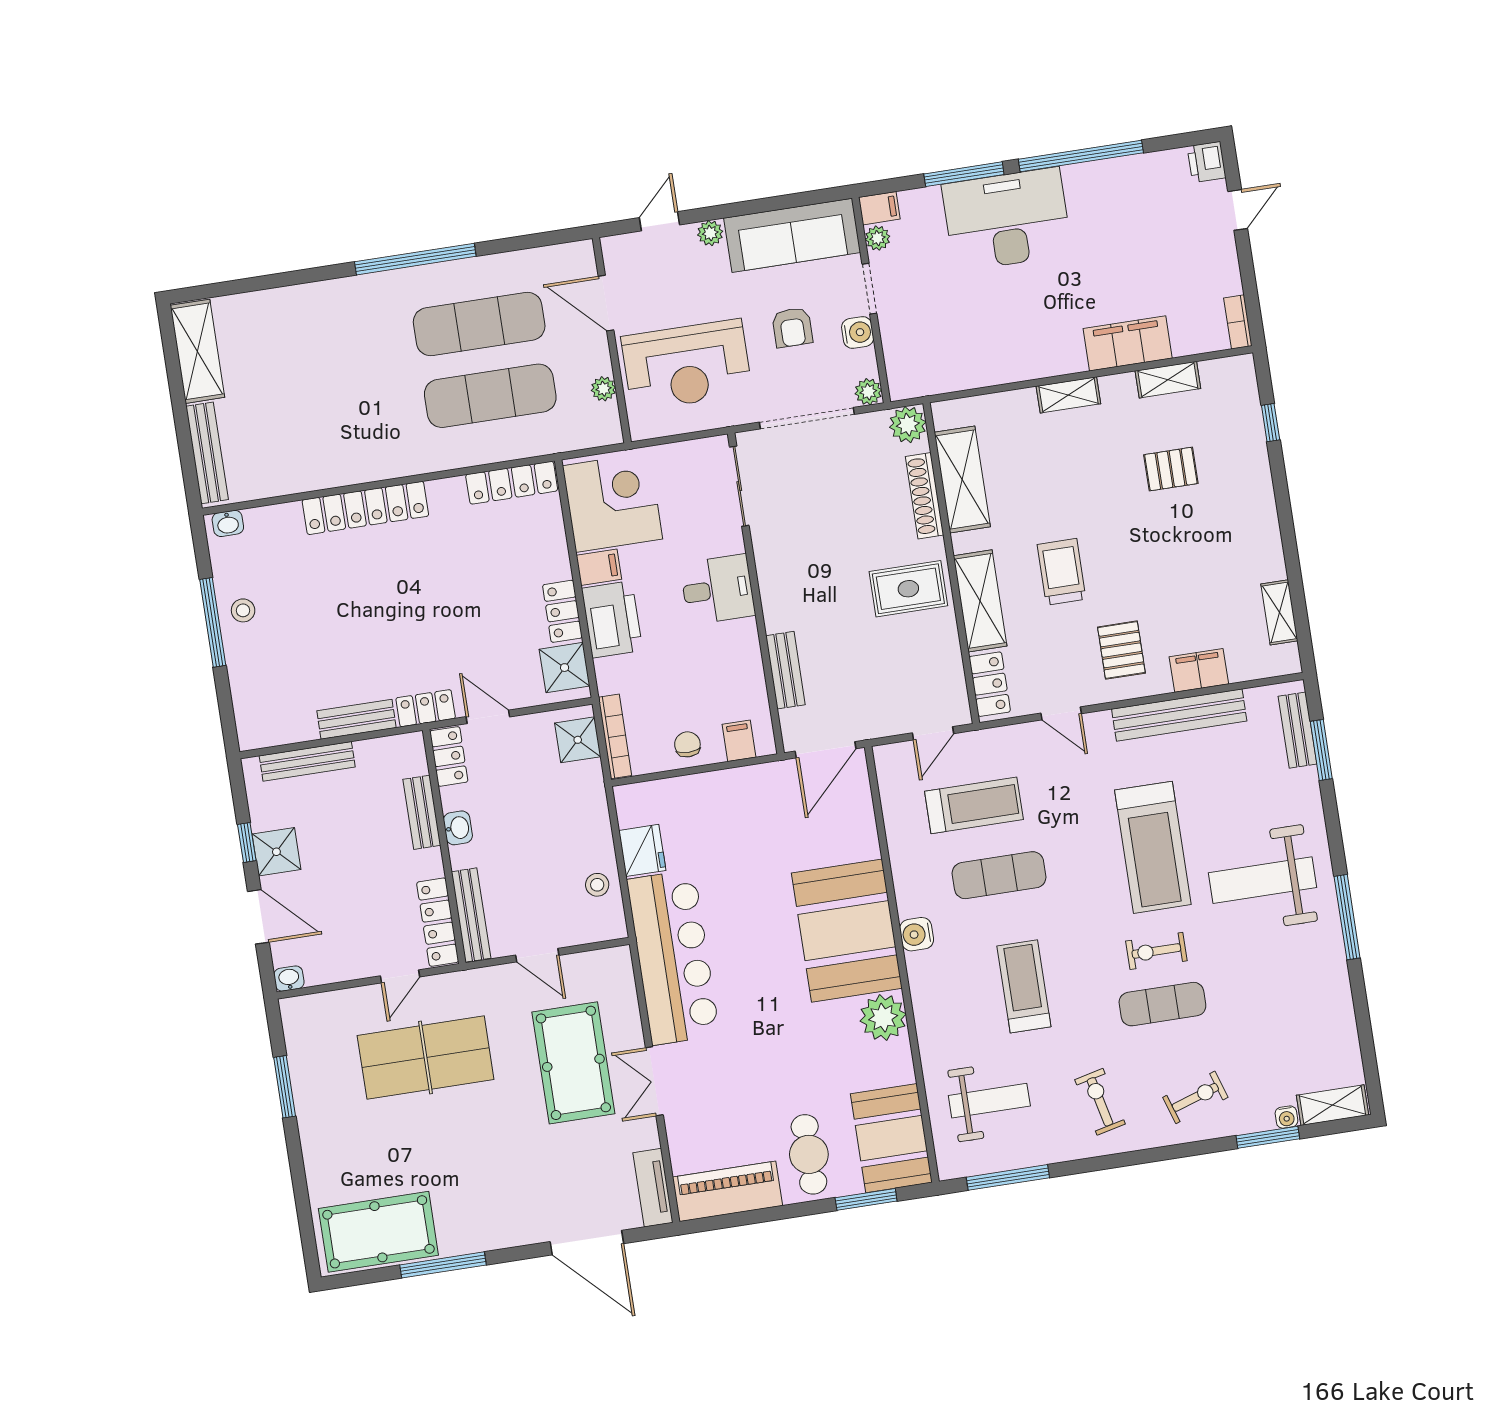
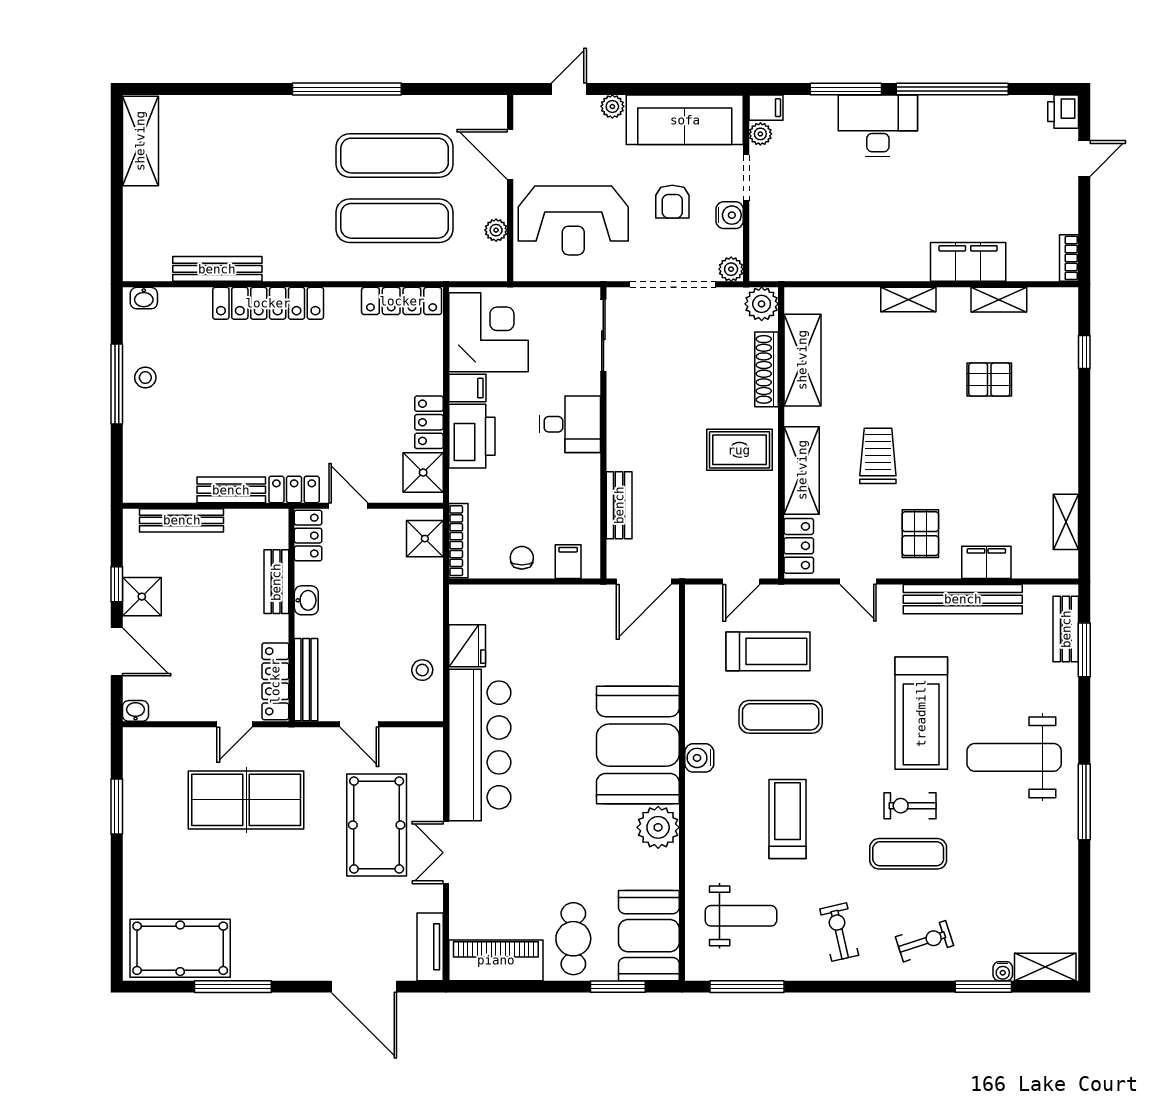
desk: (1007, 219) -> (878, 126), width x0.73, depth x0.77
bench: (207, 453) -> (217, 269), moved, turned 90

